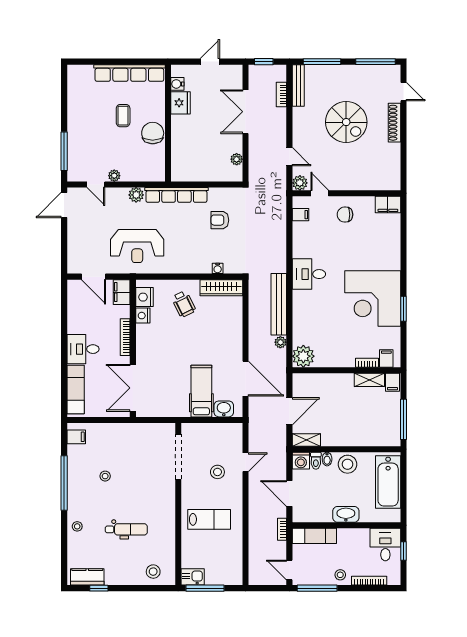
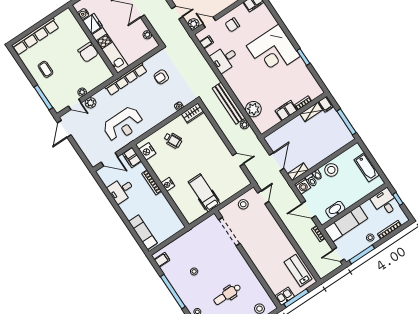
row of seats: (129, 73) -> (35, 37), moved
coffee table: (123, 116) -> (46, 69), moved
chair: (153, 133) -> (88, 52), turned 180
kitchen unit: (180, 148) -> (110, 50), added
plant: (136, 195) -> (91, 103), moved
desk: (309, 274) -> (225, 59), moved
wardrobe: (221, 288) -> (193, 113), width x0.67
corner desk: (373, 298) -> (273, 51), moved
nightstand: (143, 316) -> (168, 184), moved
desk: (83, 349) -> (121, 190), moved
plant: (303, 356) -> (253, 109), moved
filing cabinet: (386, 358) -> (286, 111), moved, width x2.00
door: (245, 379) -> (238, 160), width x0.53
double door: (133, 388) -> (176, 209), removed
hospital bed: (201, 391) -> (204, 193), moved
washbasin: (224, 409) -> (237, 186), removed
door: (245, 462) -> (263, 197), moved
stool: (217, 472) -> (243, 204), moved
bathtub: (388, 482) -> (367, 167), width x0.73, depth x0.73
washbasin: (346, 514) -> (335, 210), moved
lab bench: (209, 519) -> (298, 271), moved, turned -90
dental chair: (126, 529) -> (227, 294), turned 180
exam couch: (314, 536) -> (346, 224), width x1.36, depth x1.45

